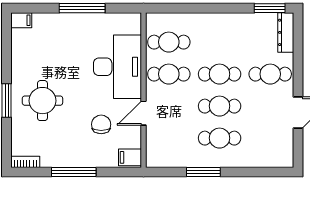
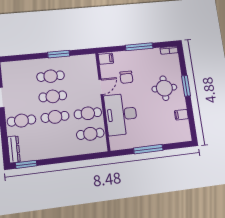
filing cabinet: (21, 20) -> (181, 115), moved

